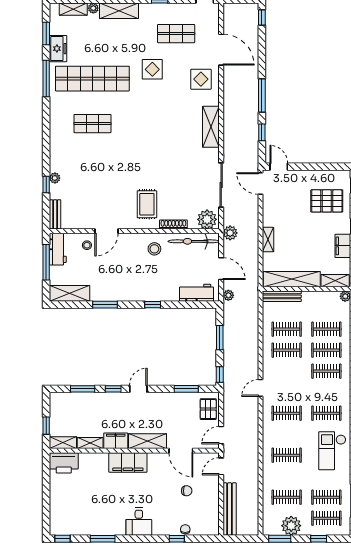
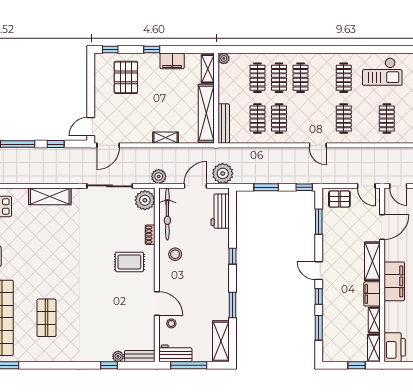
plant: (55, 178) -> (118, 356), moved
shoe rack: (173, 224) -> (150, 235), width x0.70
plant: (228, 295) -> (223, 173), width x1.87, depth x1.87

